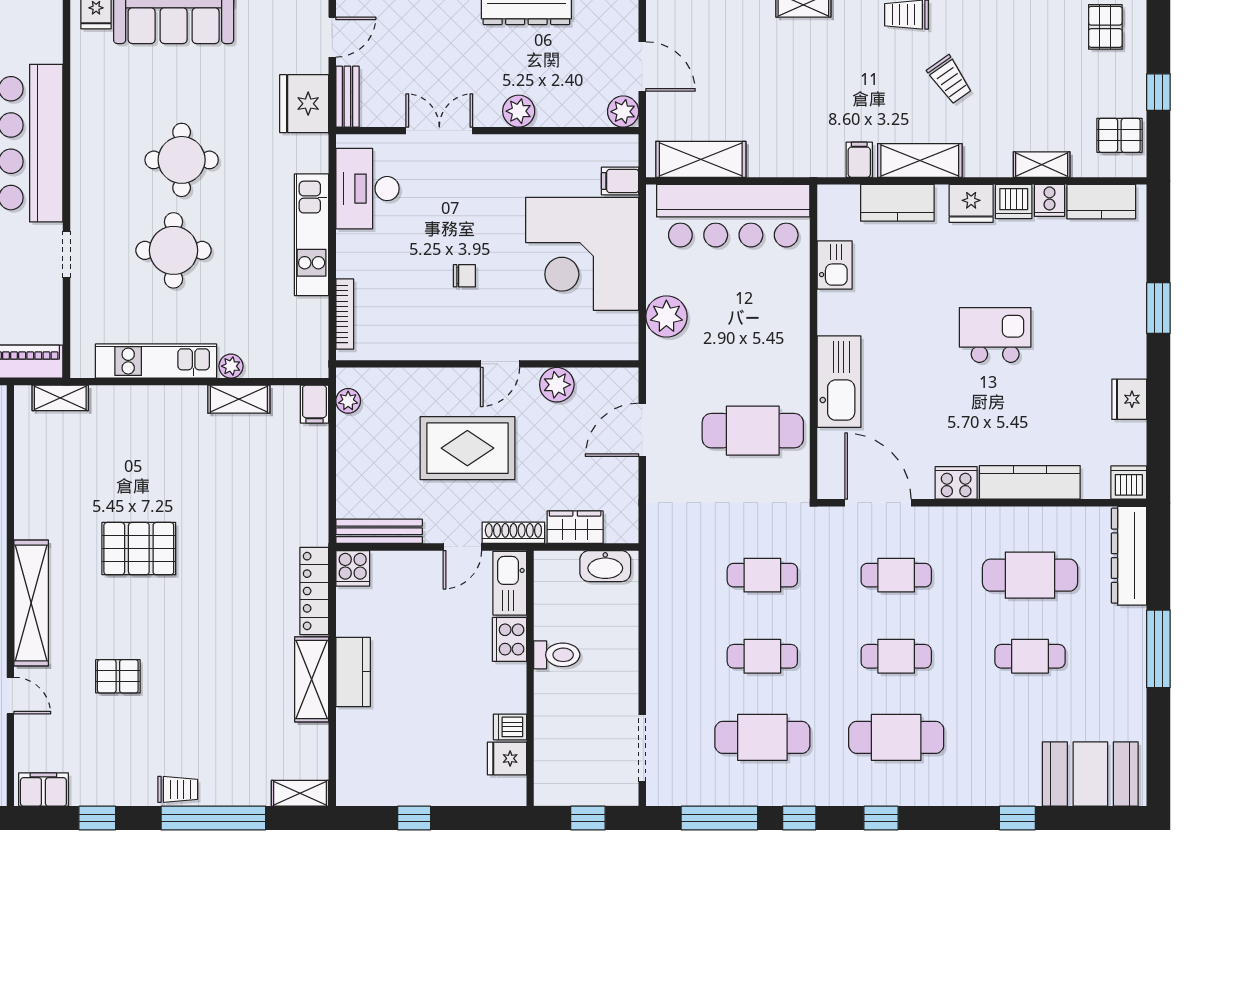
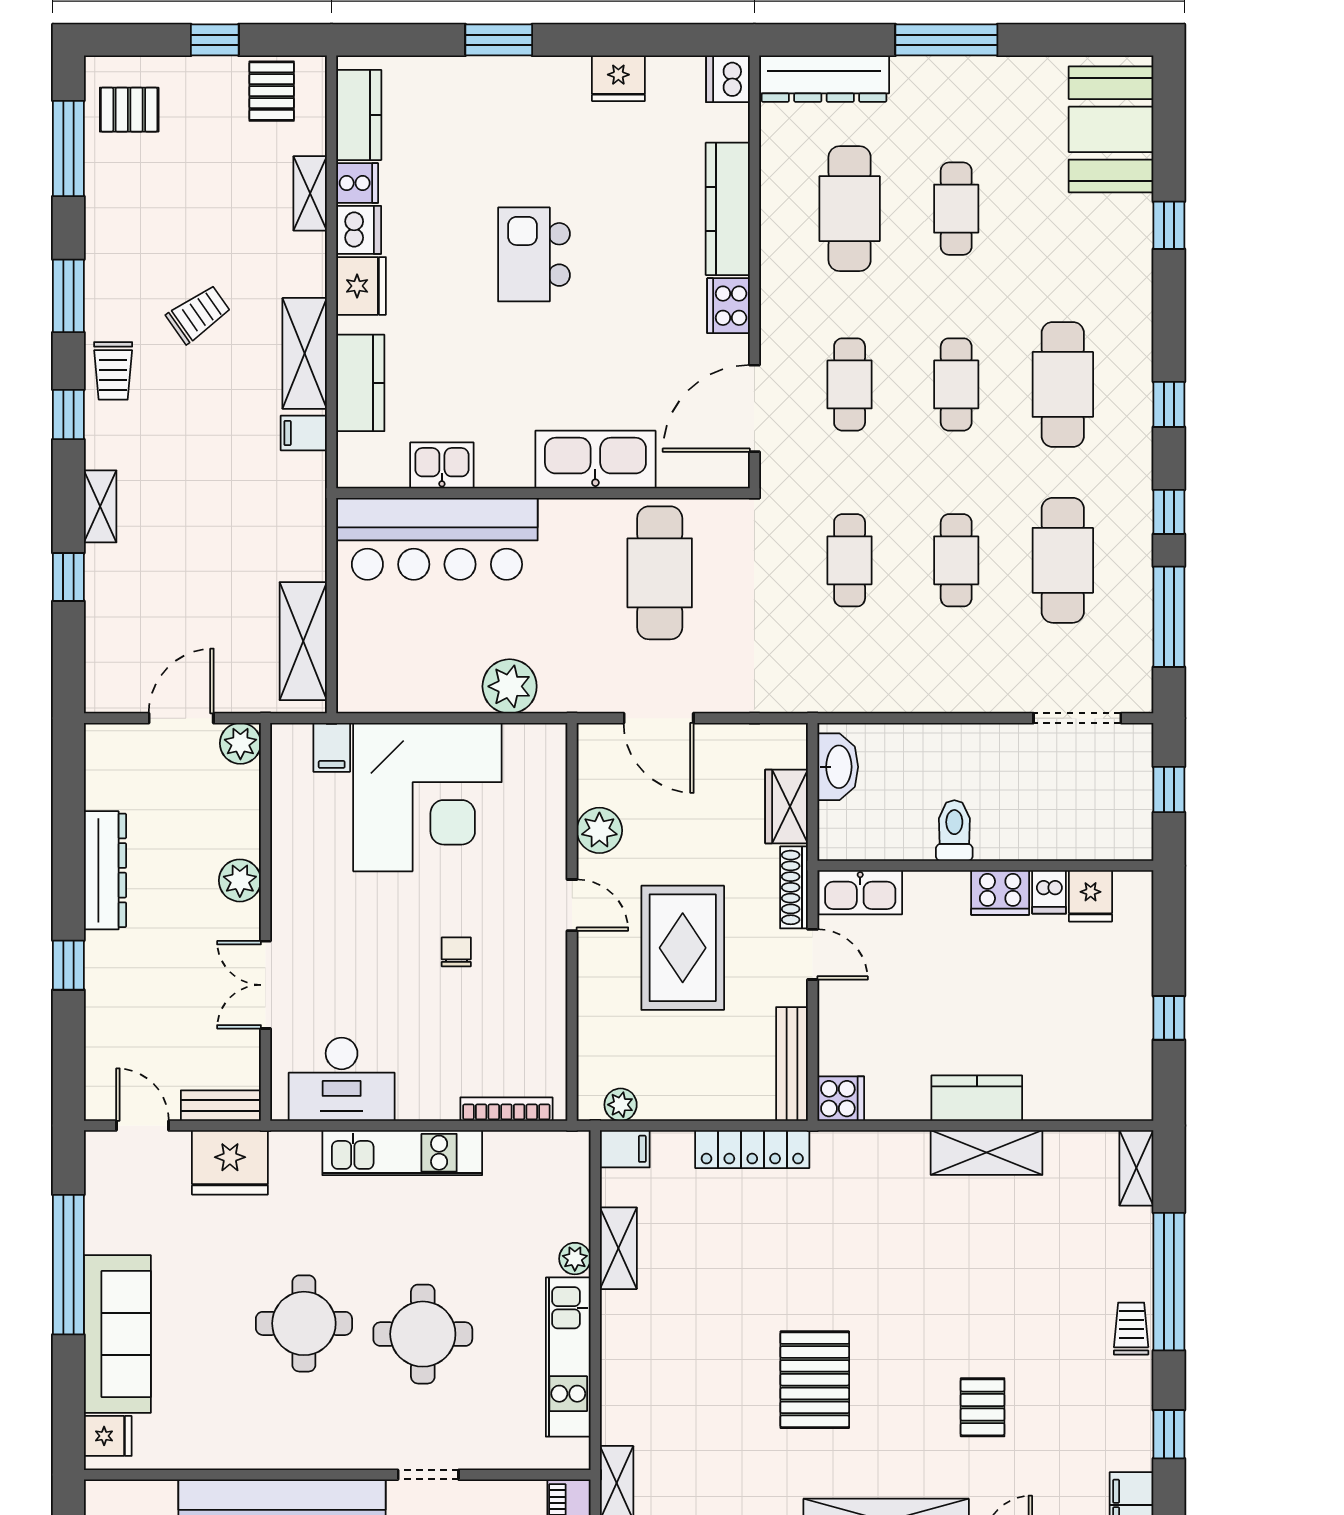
bar counter: (733, 216) -> (437, 539), moved, turned 90
locker: (314, 591) -> (752, 1149), moved
cooker: (510, 639) -> (1000, 893), moved

